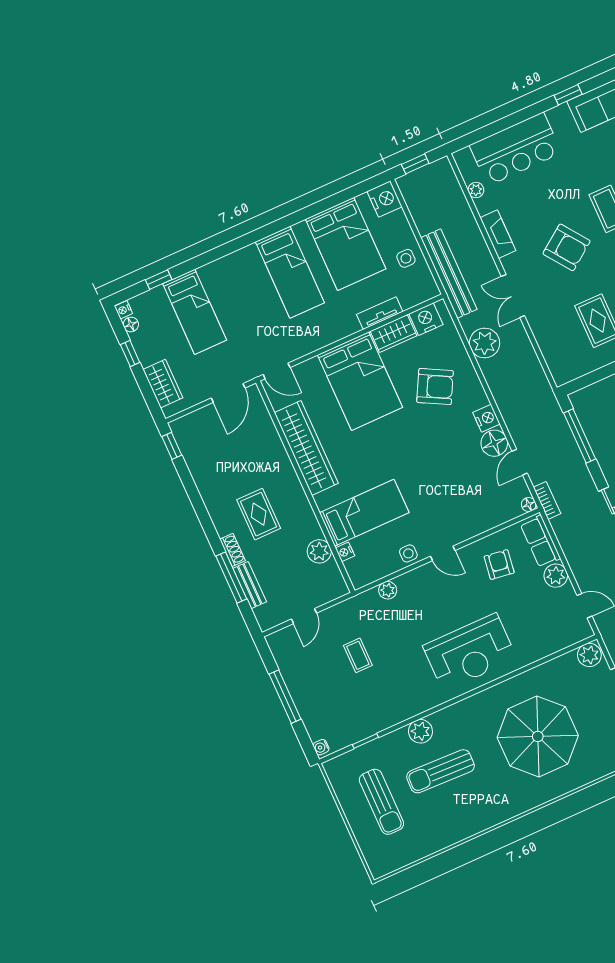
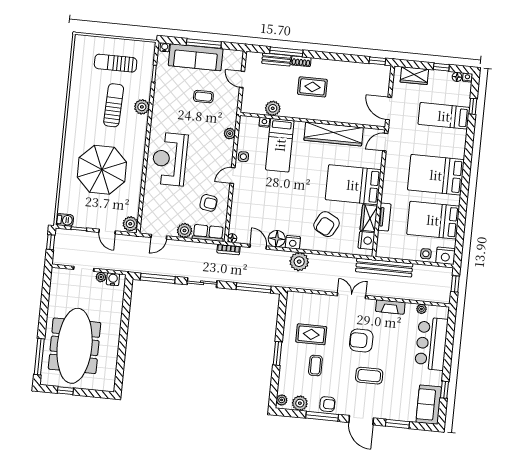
armchair: (567, 247) -> (361, 340), turned 36
side table: (406, 258) -> (426, 254), moved
bed: (290, 272) -> (436, 175), width x1.50
plant: (485, 343) -> (299, 262), moved
sofa: (310, 697) -> (196, 57), added

